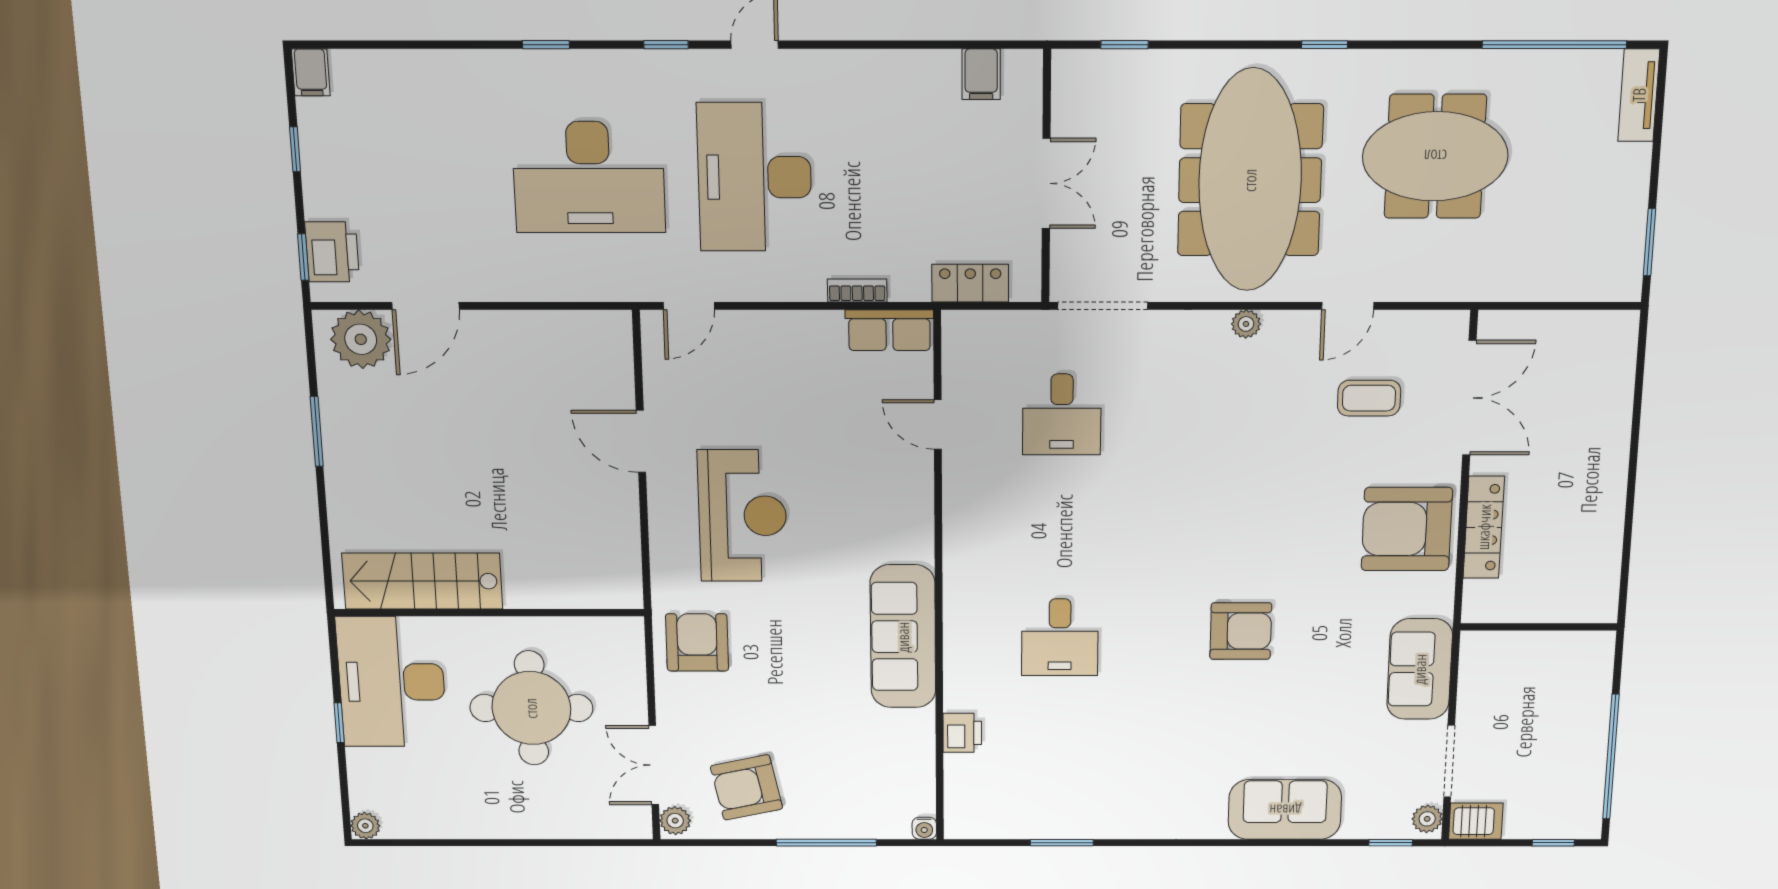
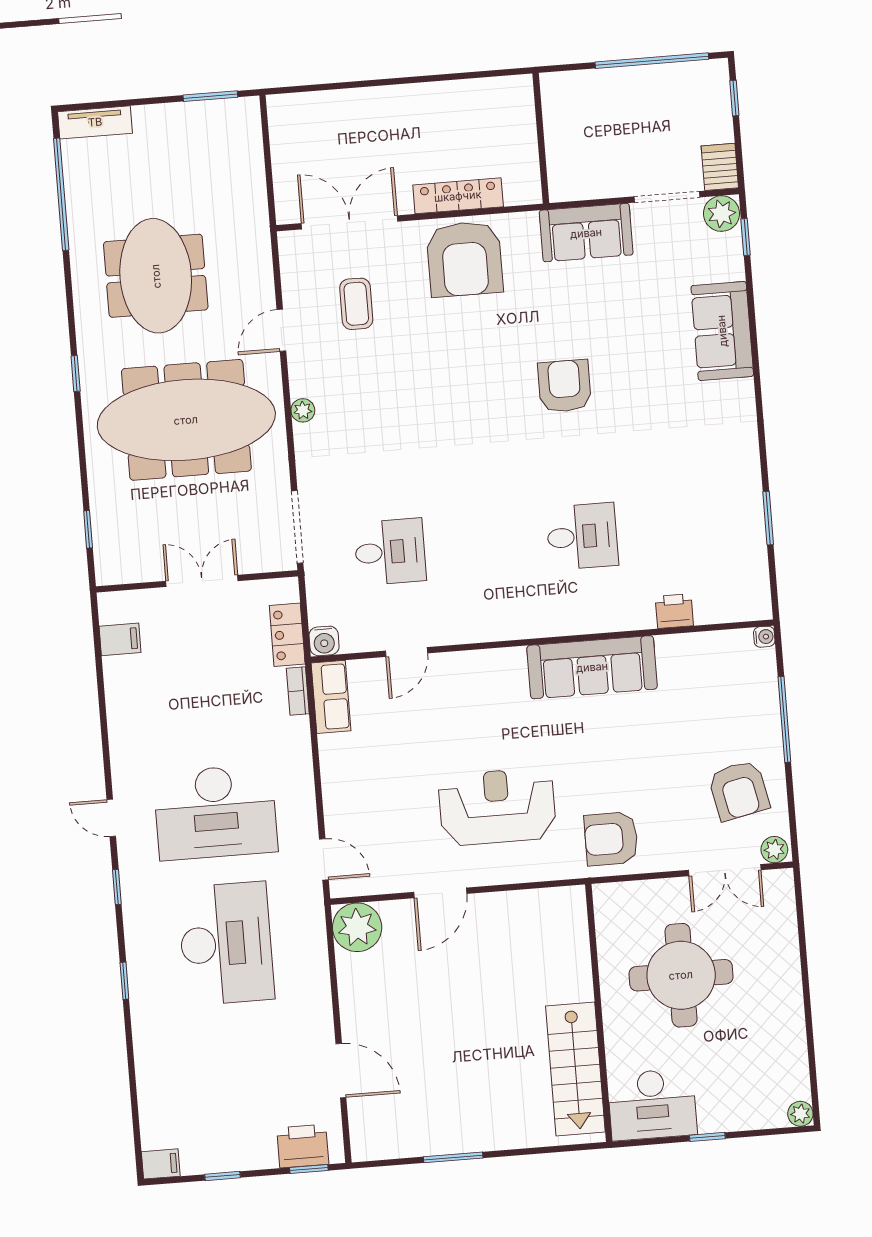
bookcase: (857, 290) -> (298, 691), moved
door: (1348, 306) -> (281, 330), swing flipped
water cooler: (959, 327) -> (324, 641), added
plant: (361, 339) -> (357, 927), moved
desk: (392, 682) -> (652, 1105), width x0.73, depth x0.77
plant: (1427, 819) -> (721, 214), width x1.38, depth x1.38

